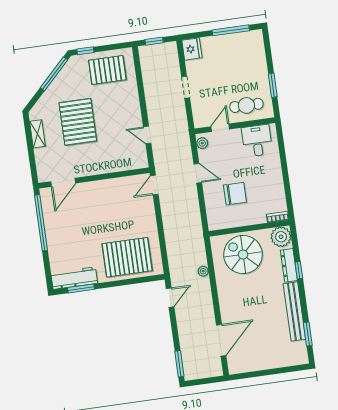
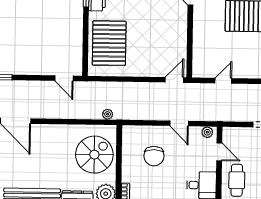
door: (198, 173) -> (179, 123), hinge flipped
door: (154, 185) -> (174, 80), hinge flipped
plant: (203, 271) -> (108, 114), moved

